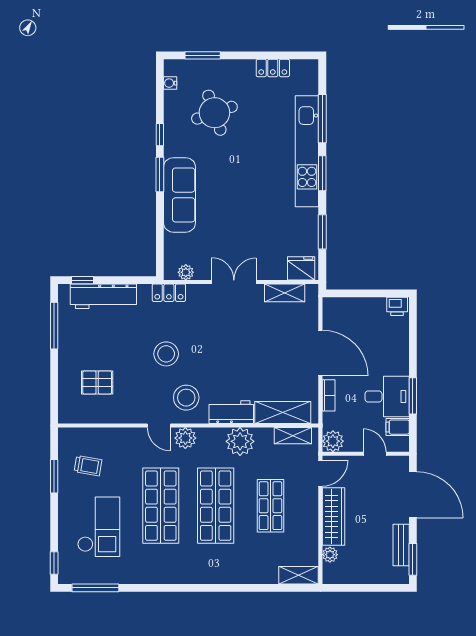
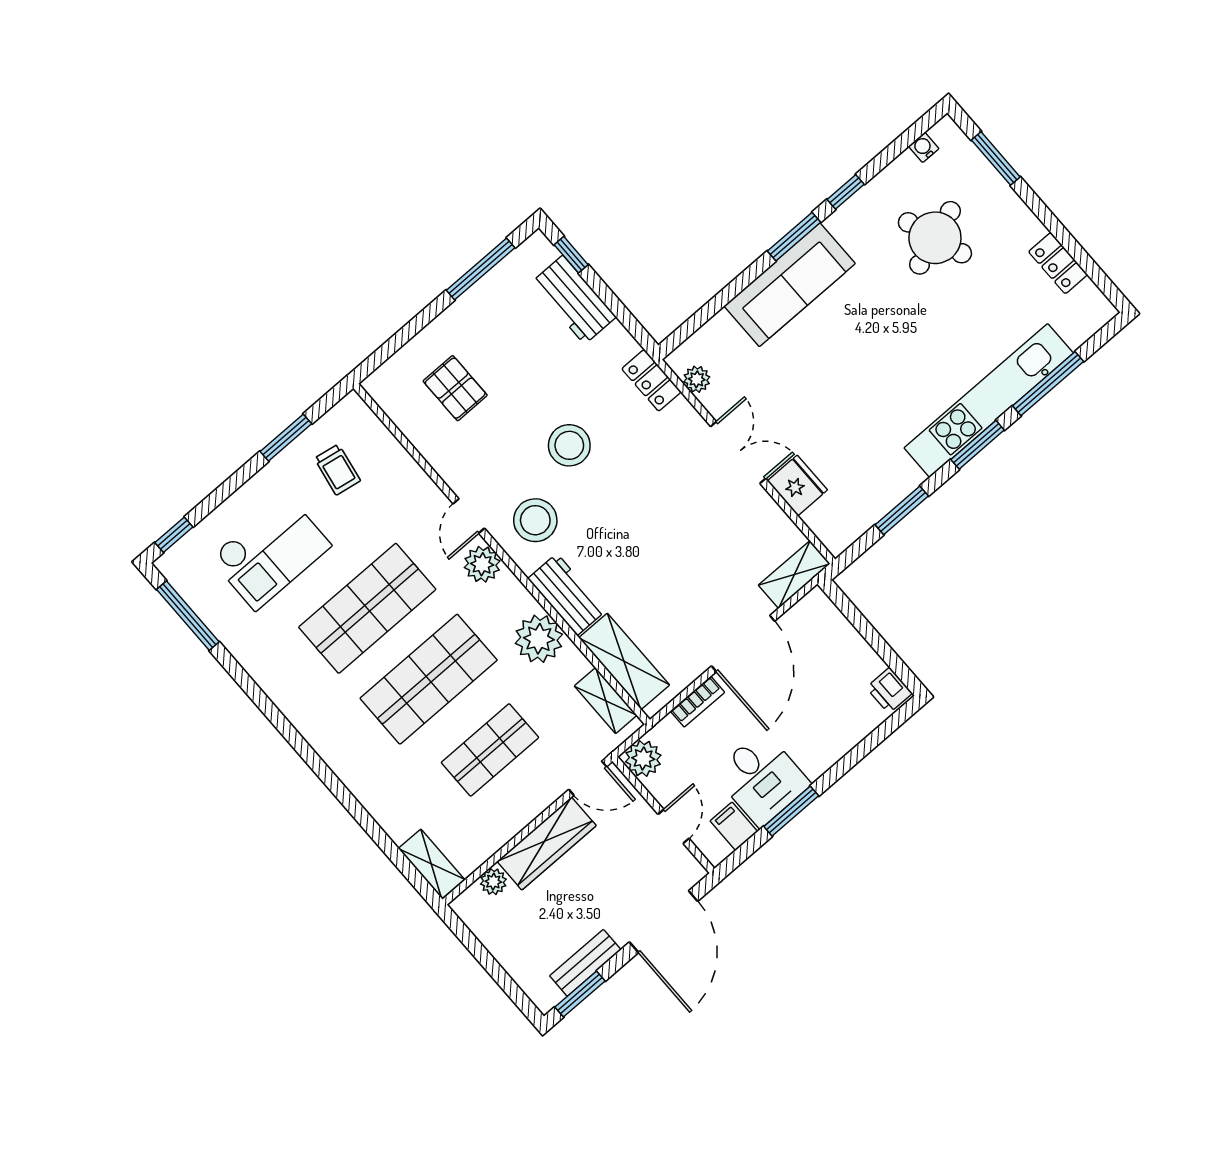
fridge: (301, 268) -> (797, 485), moved
shelving: (285, 293) -> (794, 575), moved, turned 90
workbench: (103, 296) -> (574, 300), width x0.73

